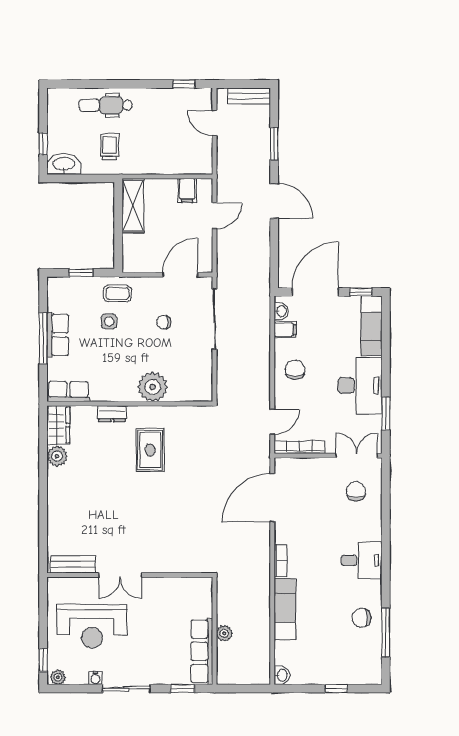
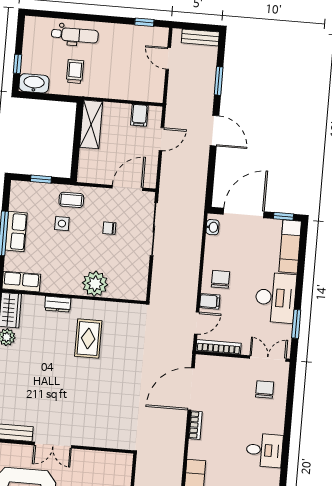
dental chair: (106, 105) -> (75, 35), turned 180
filing cabinet: (285, 330) -> (210, 301), moved
bookcase: (281, 560) -> (195, 425), moved

